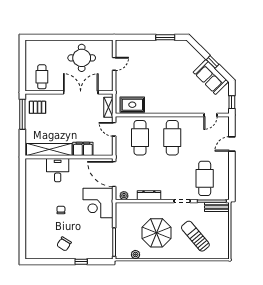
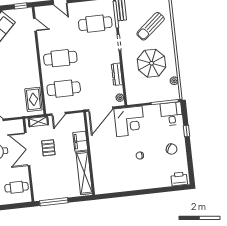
pallet: (37, 107) -> (48, 148), moved
desk: (58, 170) -> (172, 114), moved, turned 90
printer: (32, 249) -> (179, 179), added

